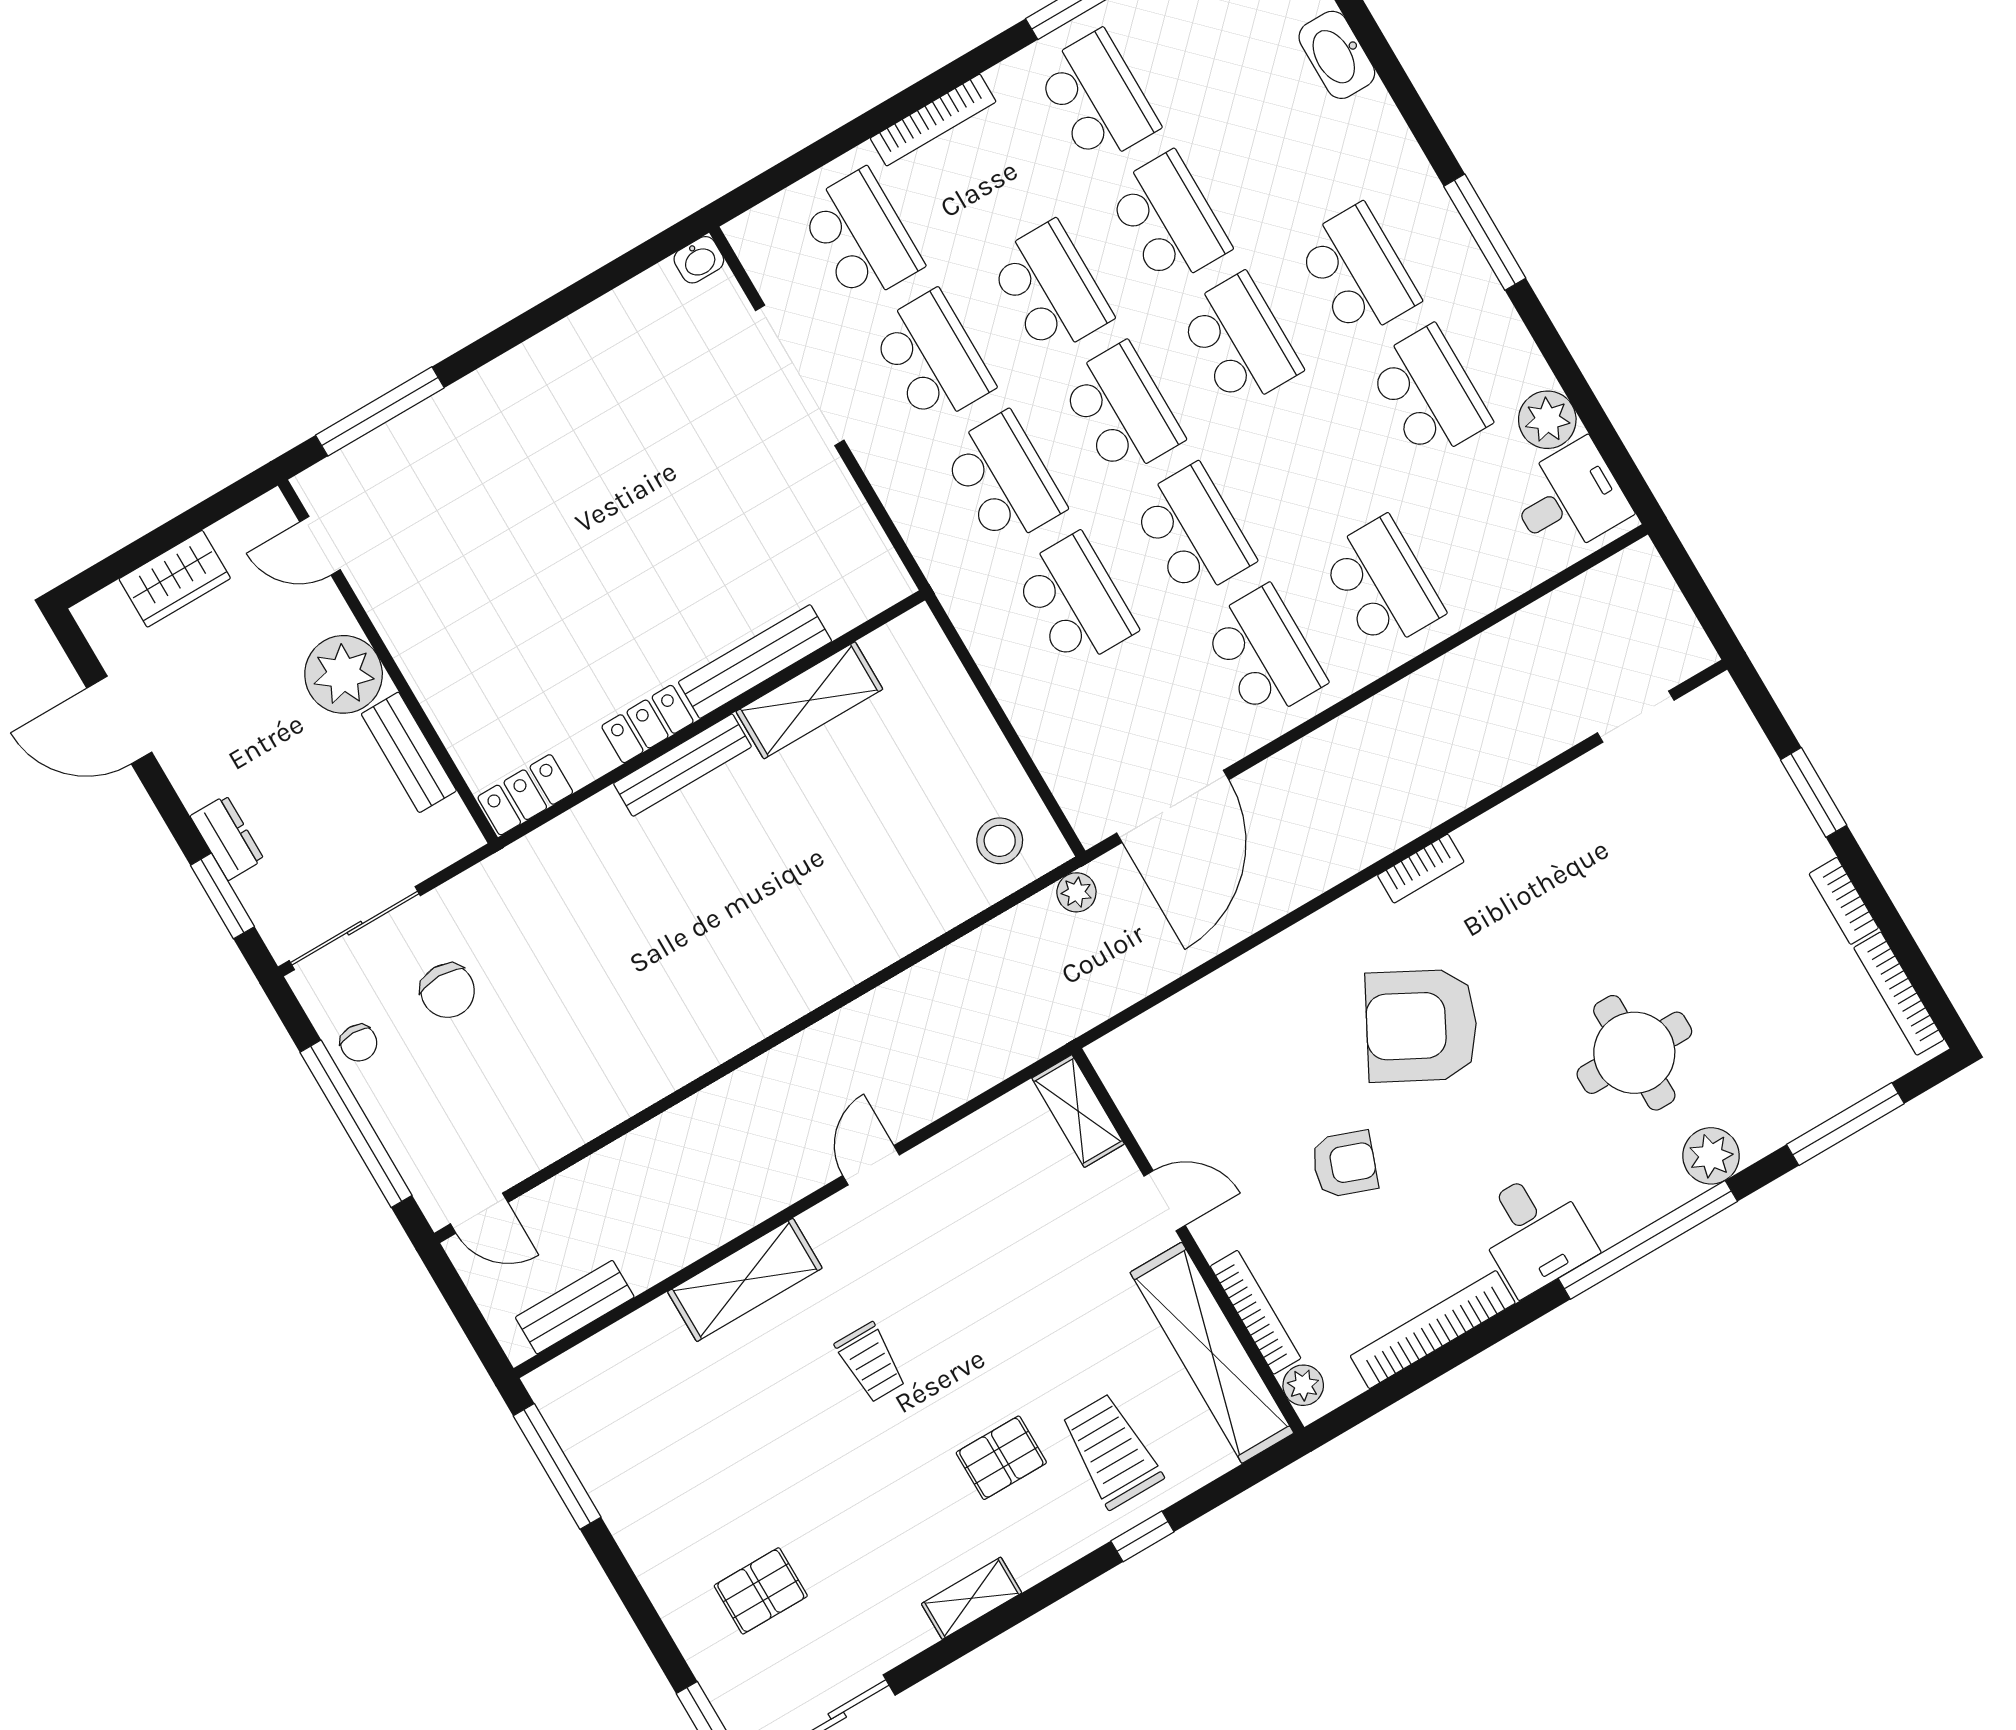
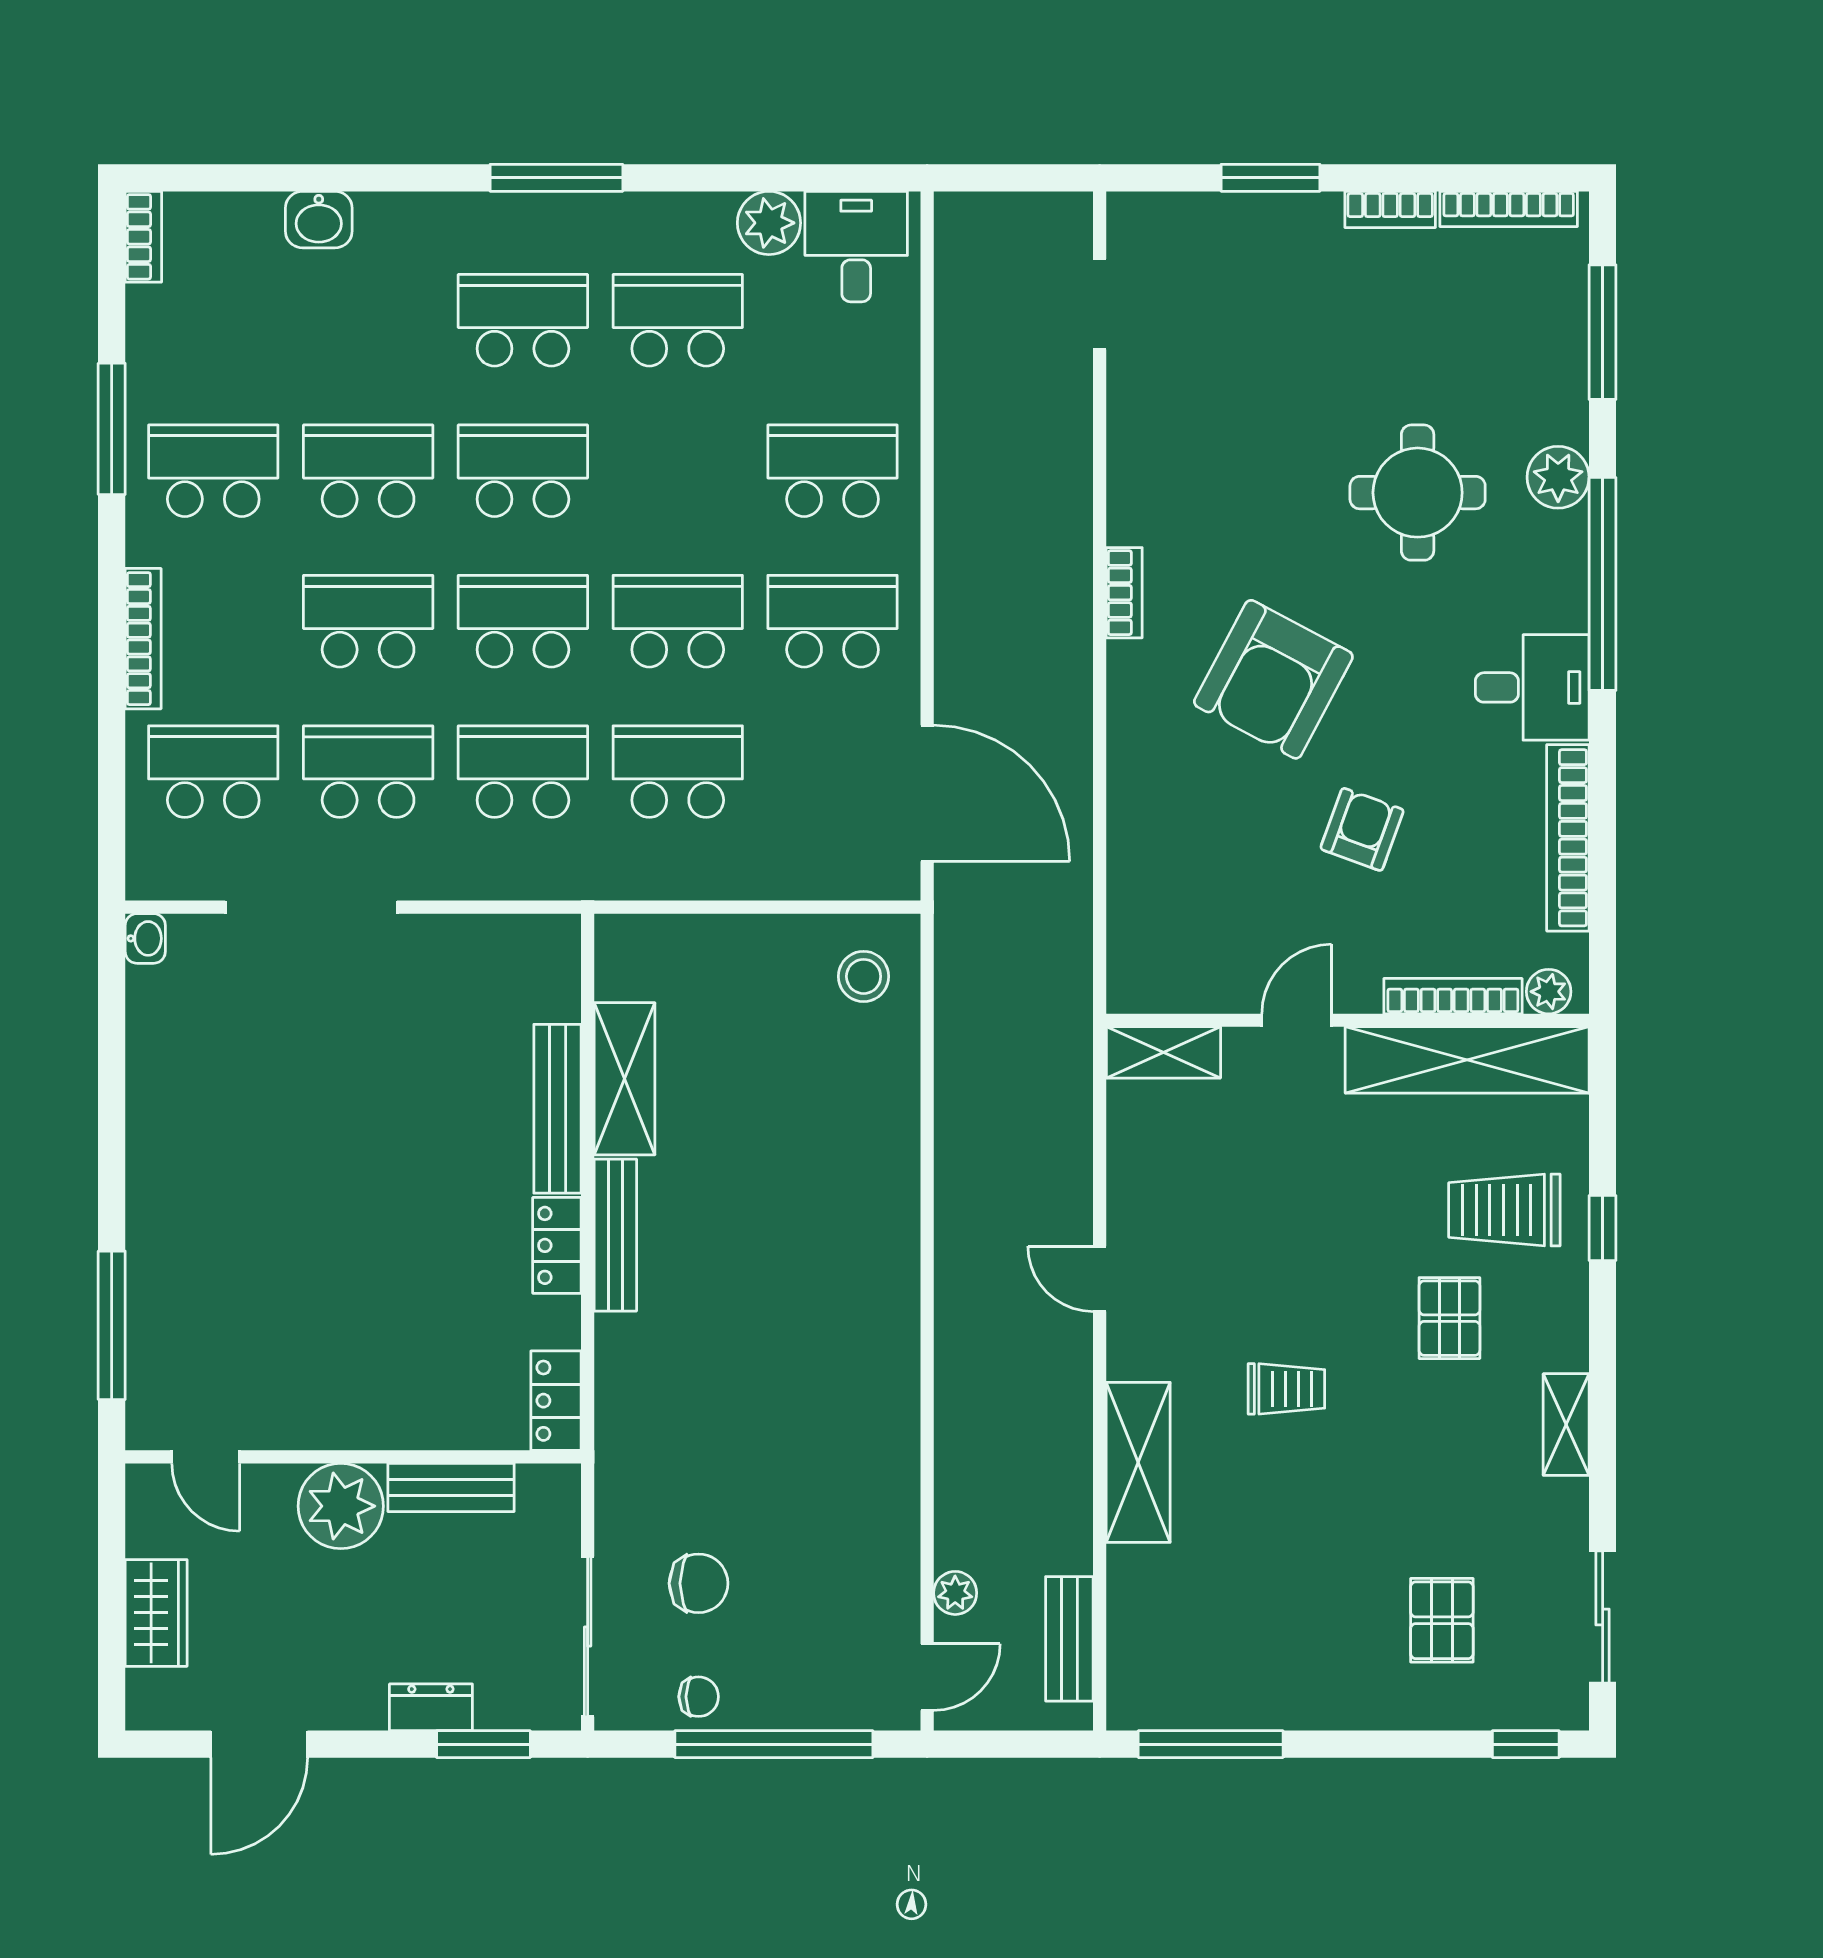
washbasin: (1337, 55) -> (319, 220), width x0.72
door: (320, 546) -> (206, 1457), hinge flipped
plant: (1076, 892) -> (955, 1593), moved

